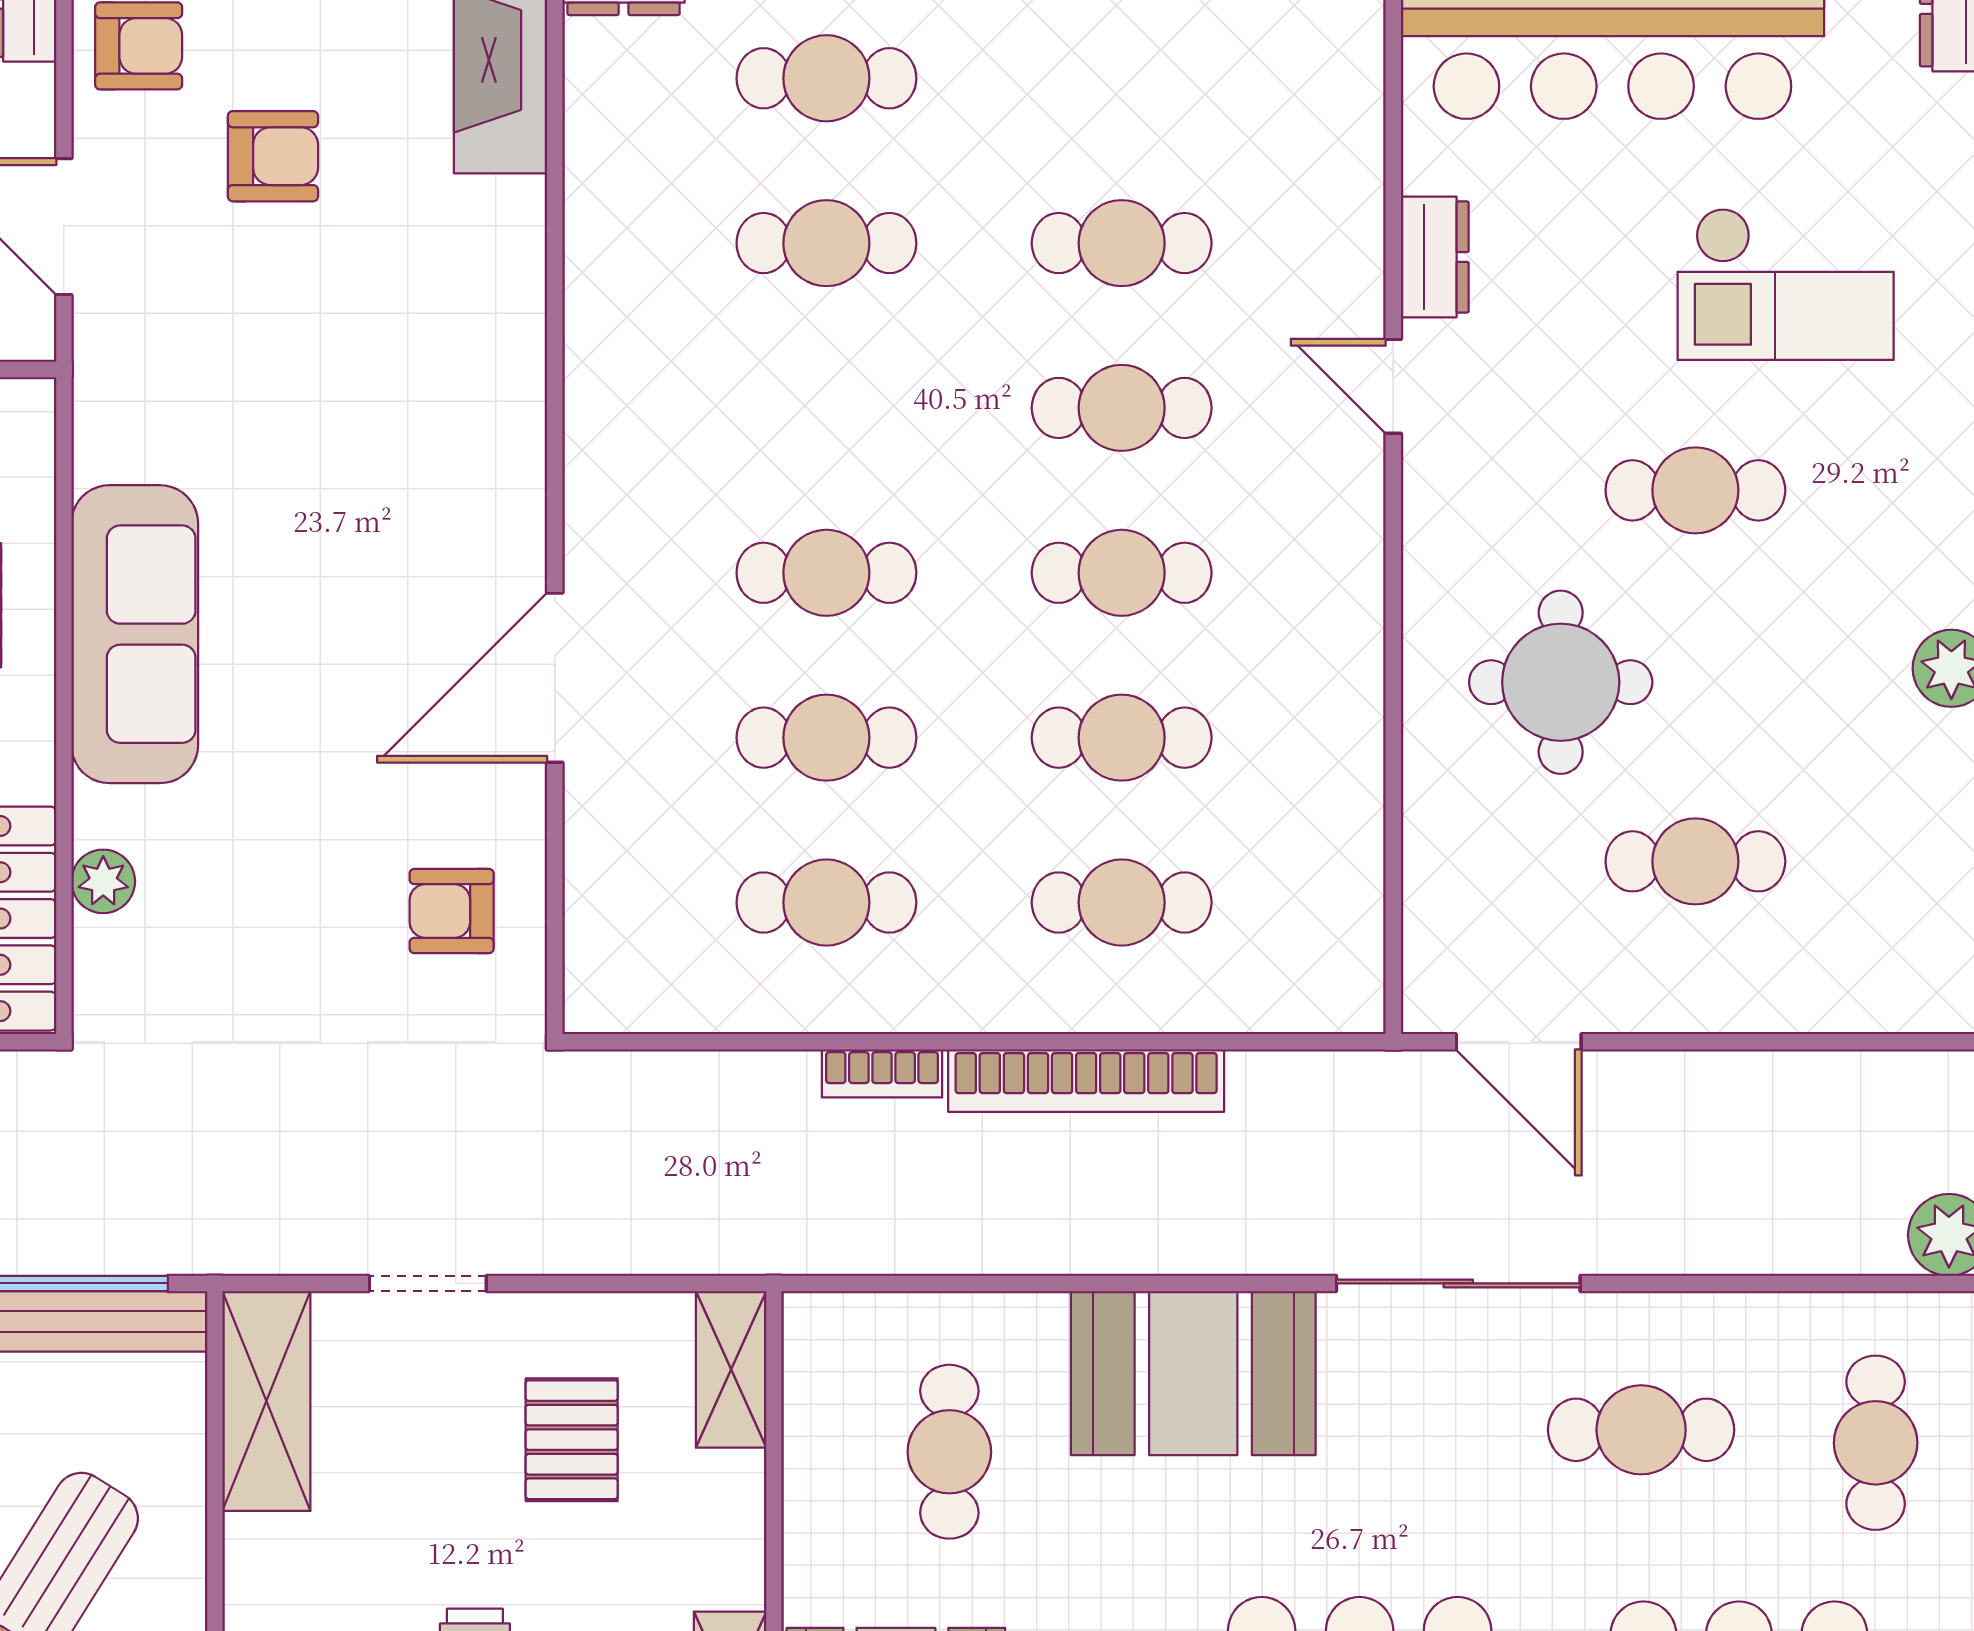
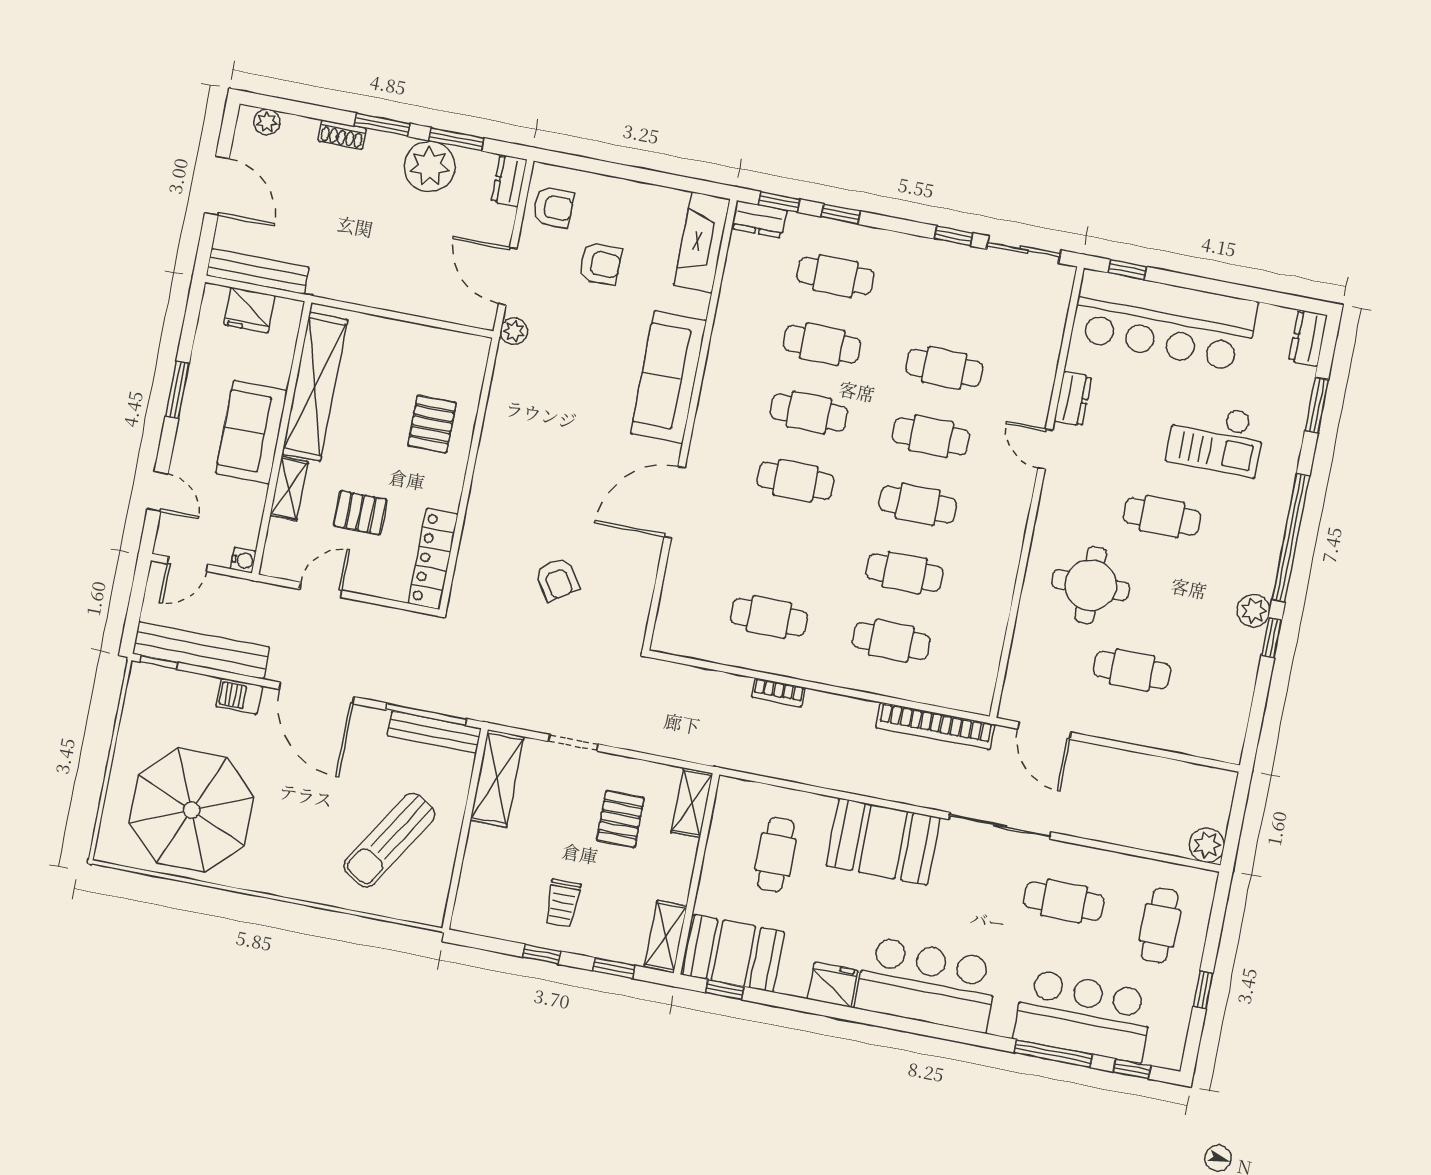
sofa: (135, 634) -> (669, 377), moved, turned 180
cafe table: (826, 738) -> (809, 412), moved
plant: (103, 881) -> (514, 331), moved
armchair: (452, 911) -> (557, 579), moved, turned -123
bookcase: (1086, 1081) -> (935, 726), moved

